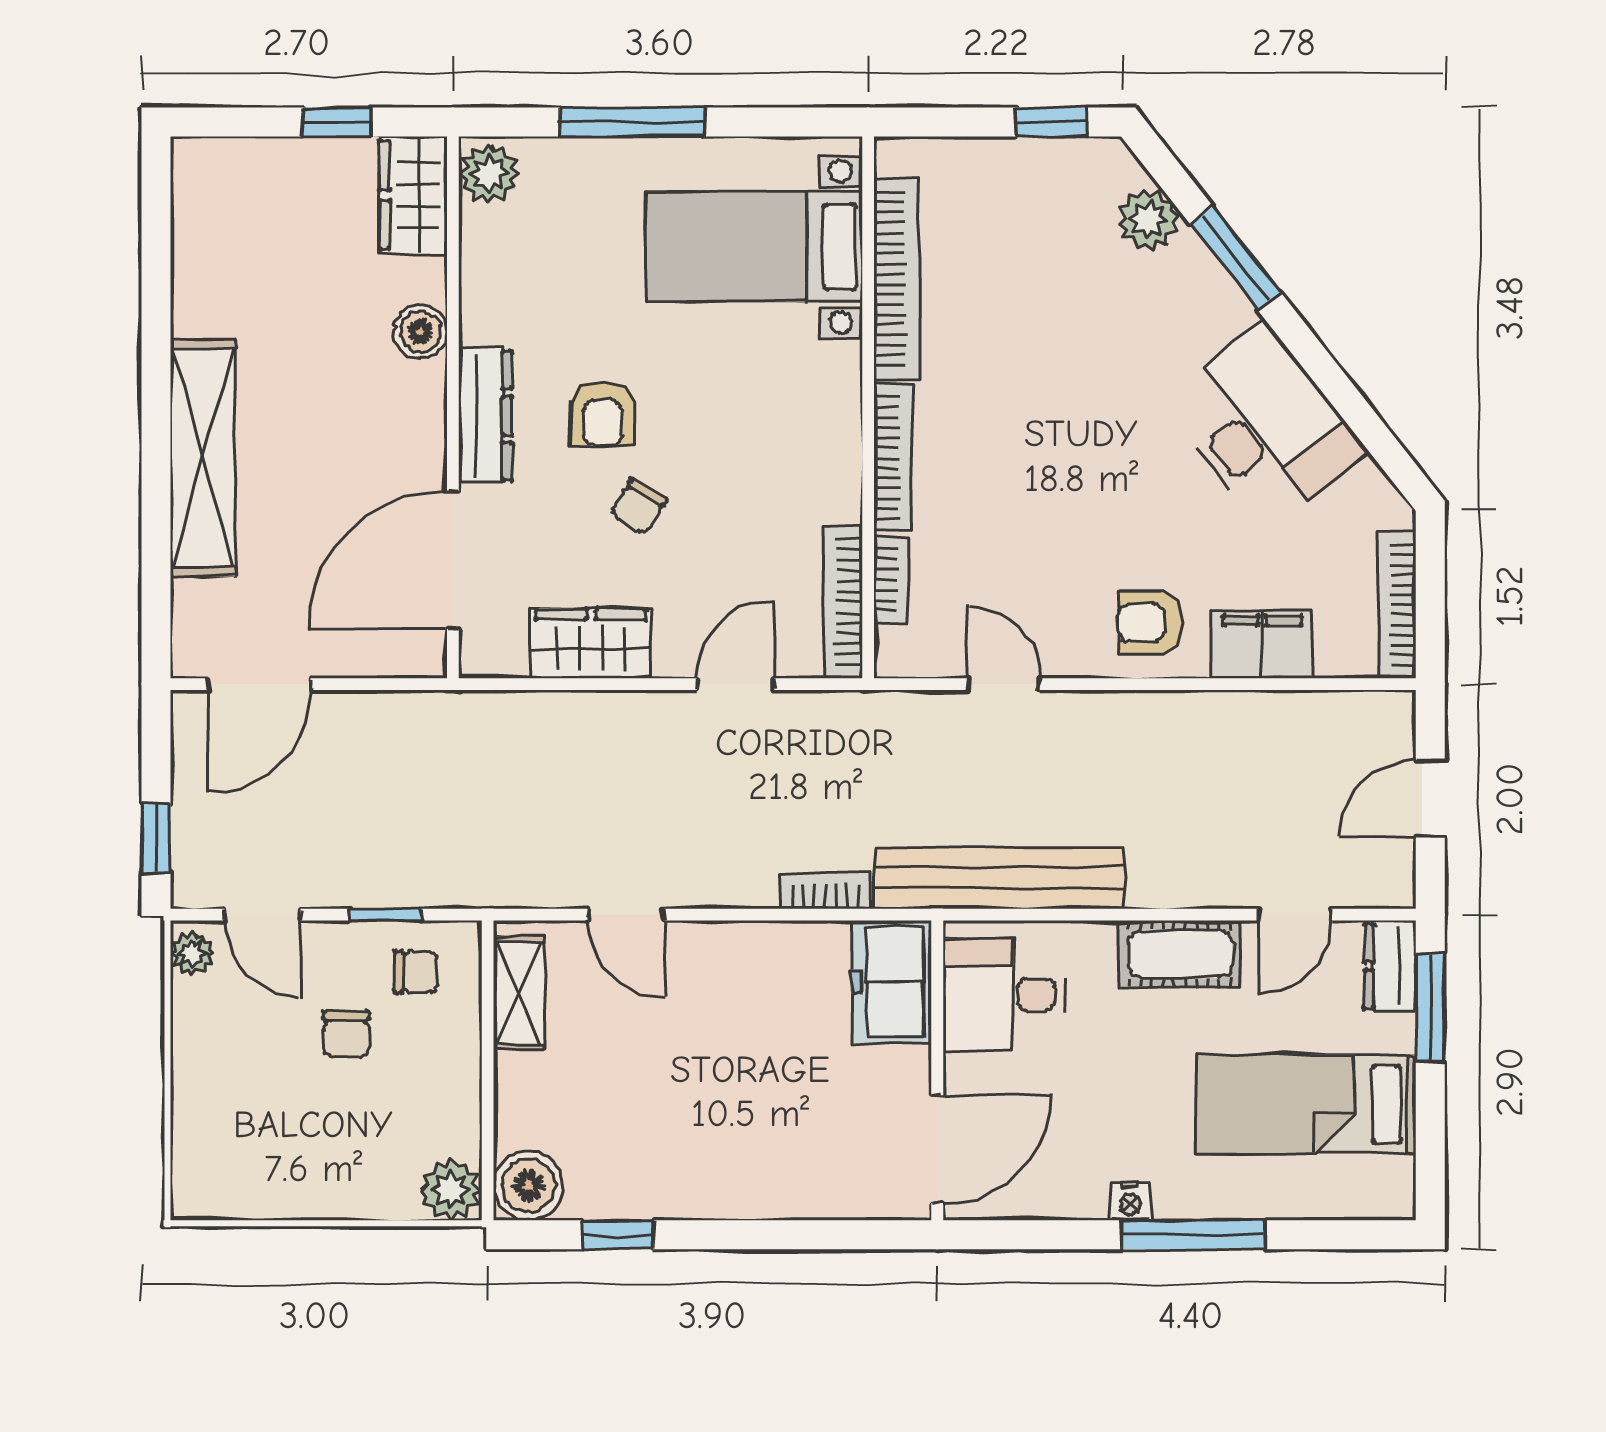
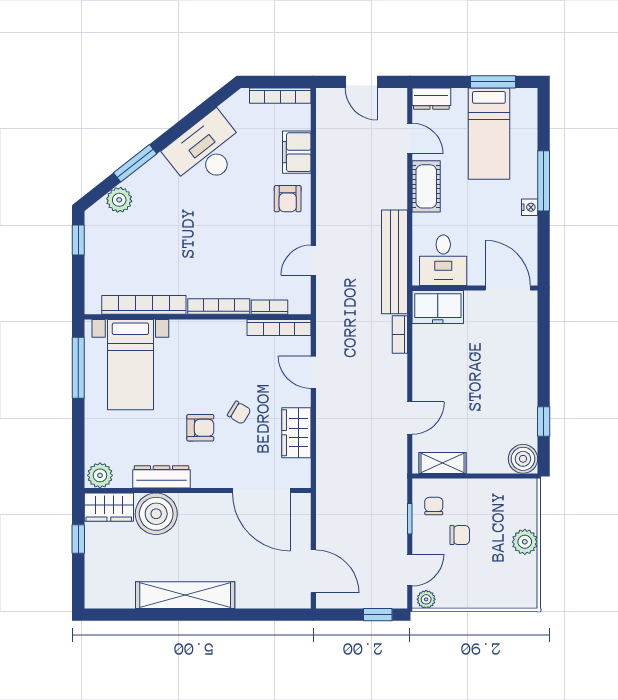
window: (632, 122) -> (78, 368), moved
boiler: (420, 331) -> (156, 514), width x1.86, depth x1.86
dresser: (485, 416) -> (162, 477), moved
shelving: (203, 458) -> (185, 595), moved
window: (1430, 1008) -> (493, 82), moved
plant: (451, 1190) -> (525, 542), moved

